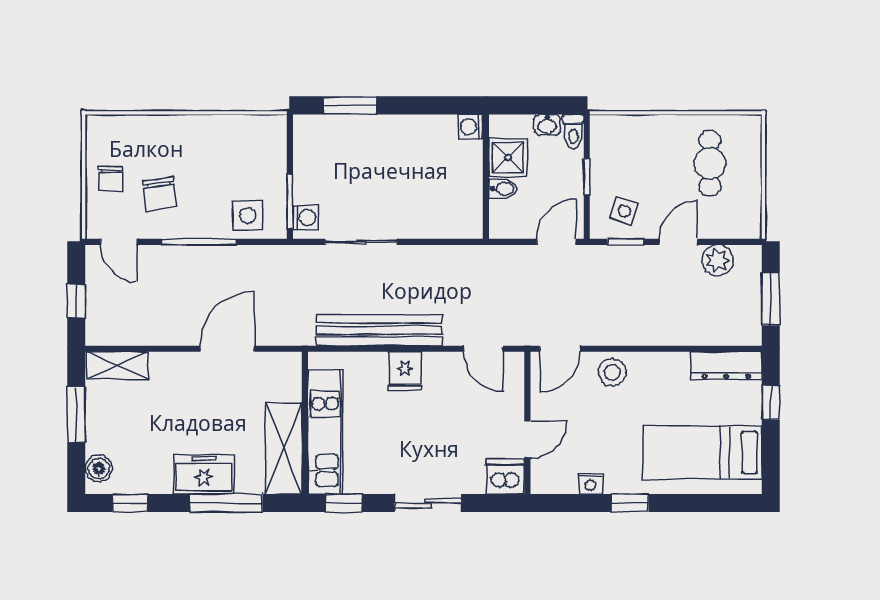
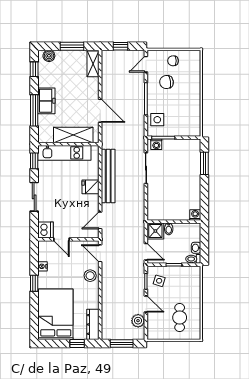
shower: (508, 158) -> (155, 231), moved
cafe table: (710, 163) -> (180, 317), turned 90
shelving: (283, 448) -> (73, 135), moved
bed: (702, 452) -> (56, 314), width x1.50

